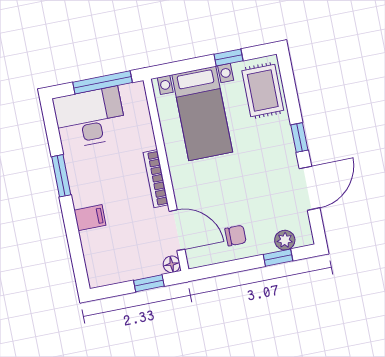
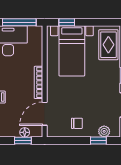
window: (229, 57) -> (67, 22), moved
door: (177, 230) -> (45, 114), swing flipped
floor lamp: (172, 264) -> (25, 132), moved

